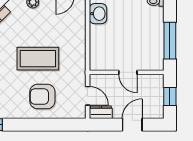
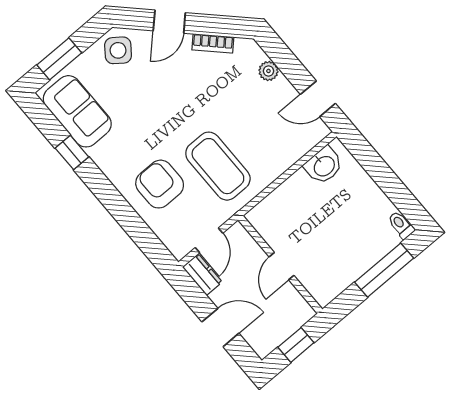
window: (170, 41) -> (384, 270), moved
coffee table: (38, 59) -> (218, 166), moved

